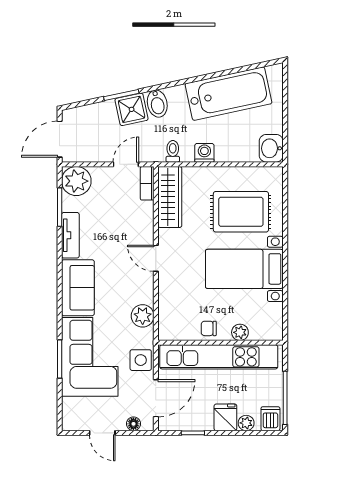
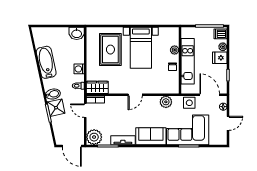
bathtub: (229, 94) -> (46, 62), width x0.73, depth x0.73
wardrobe: (170, 197) -> (97, 87), width x0.67
kitchen unit: (219, 357) -> (188, 61), width x0.73

